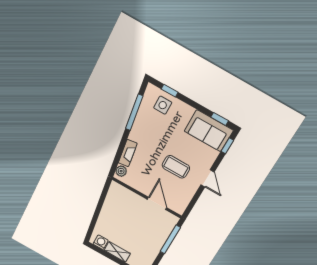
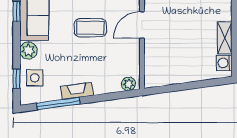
plant: (186, 112) -> (28, 51), added
fireplace: (128, 153) -> (77, 91), moved
coffee table: (176, 167) -> (90, 28), turned 90

